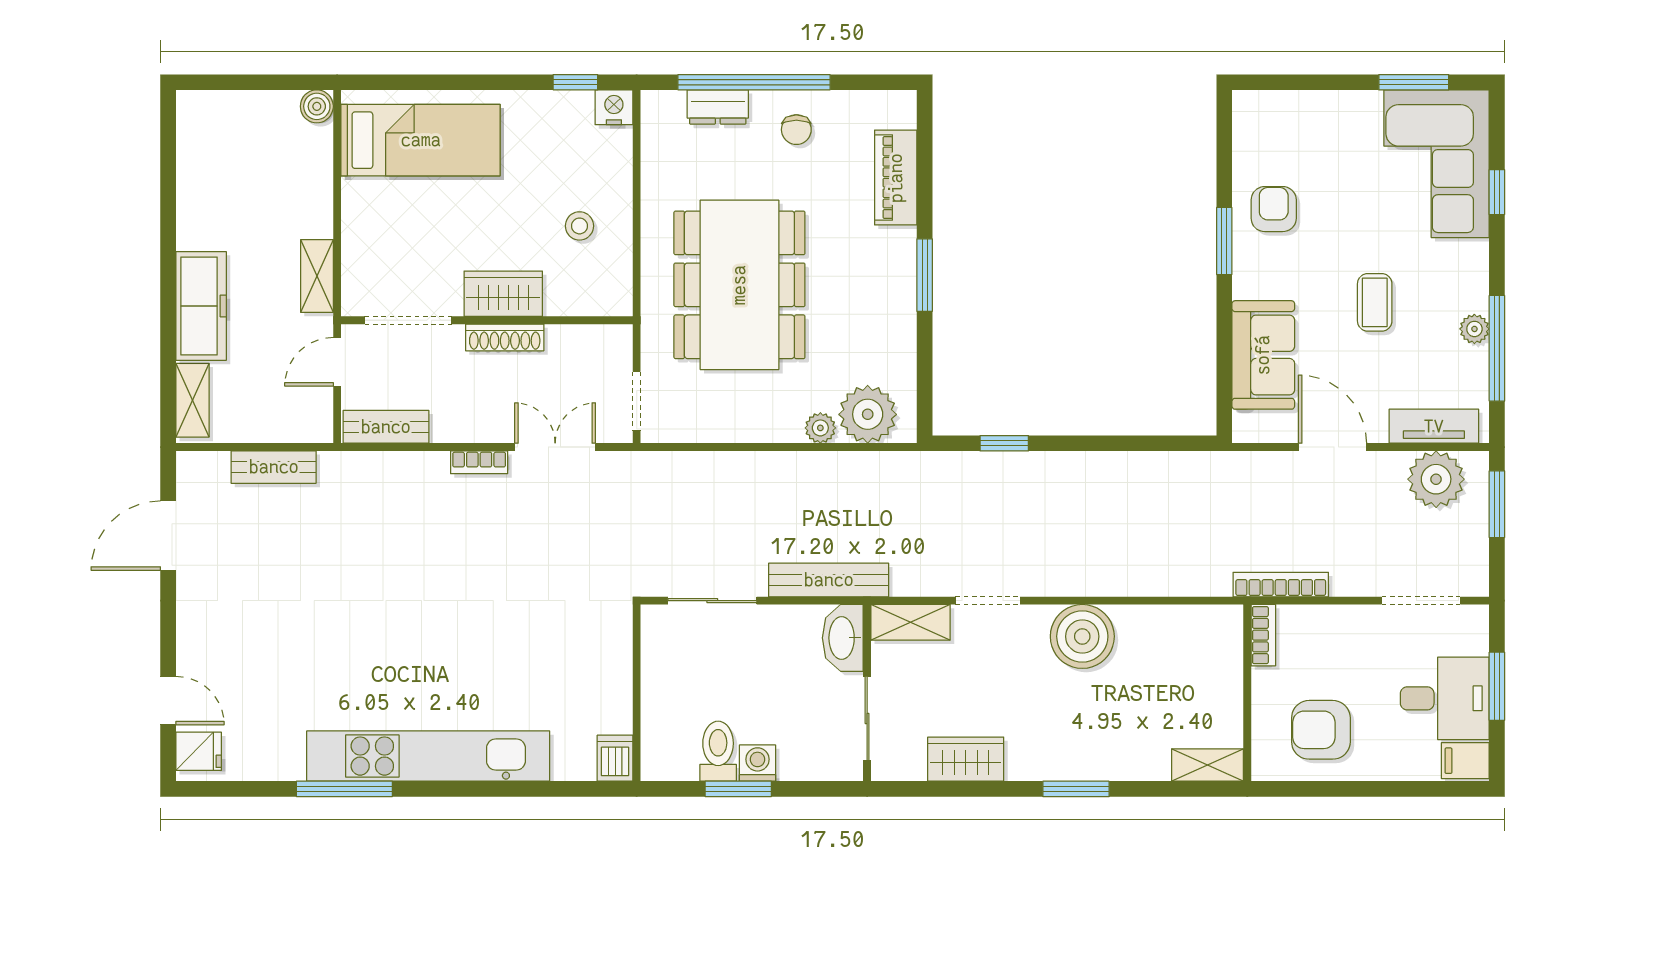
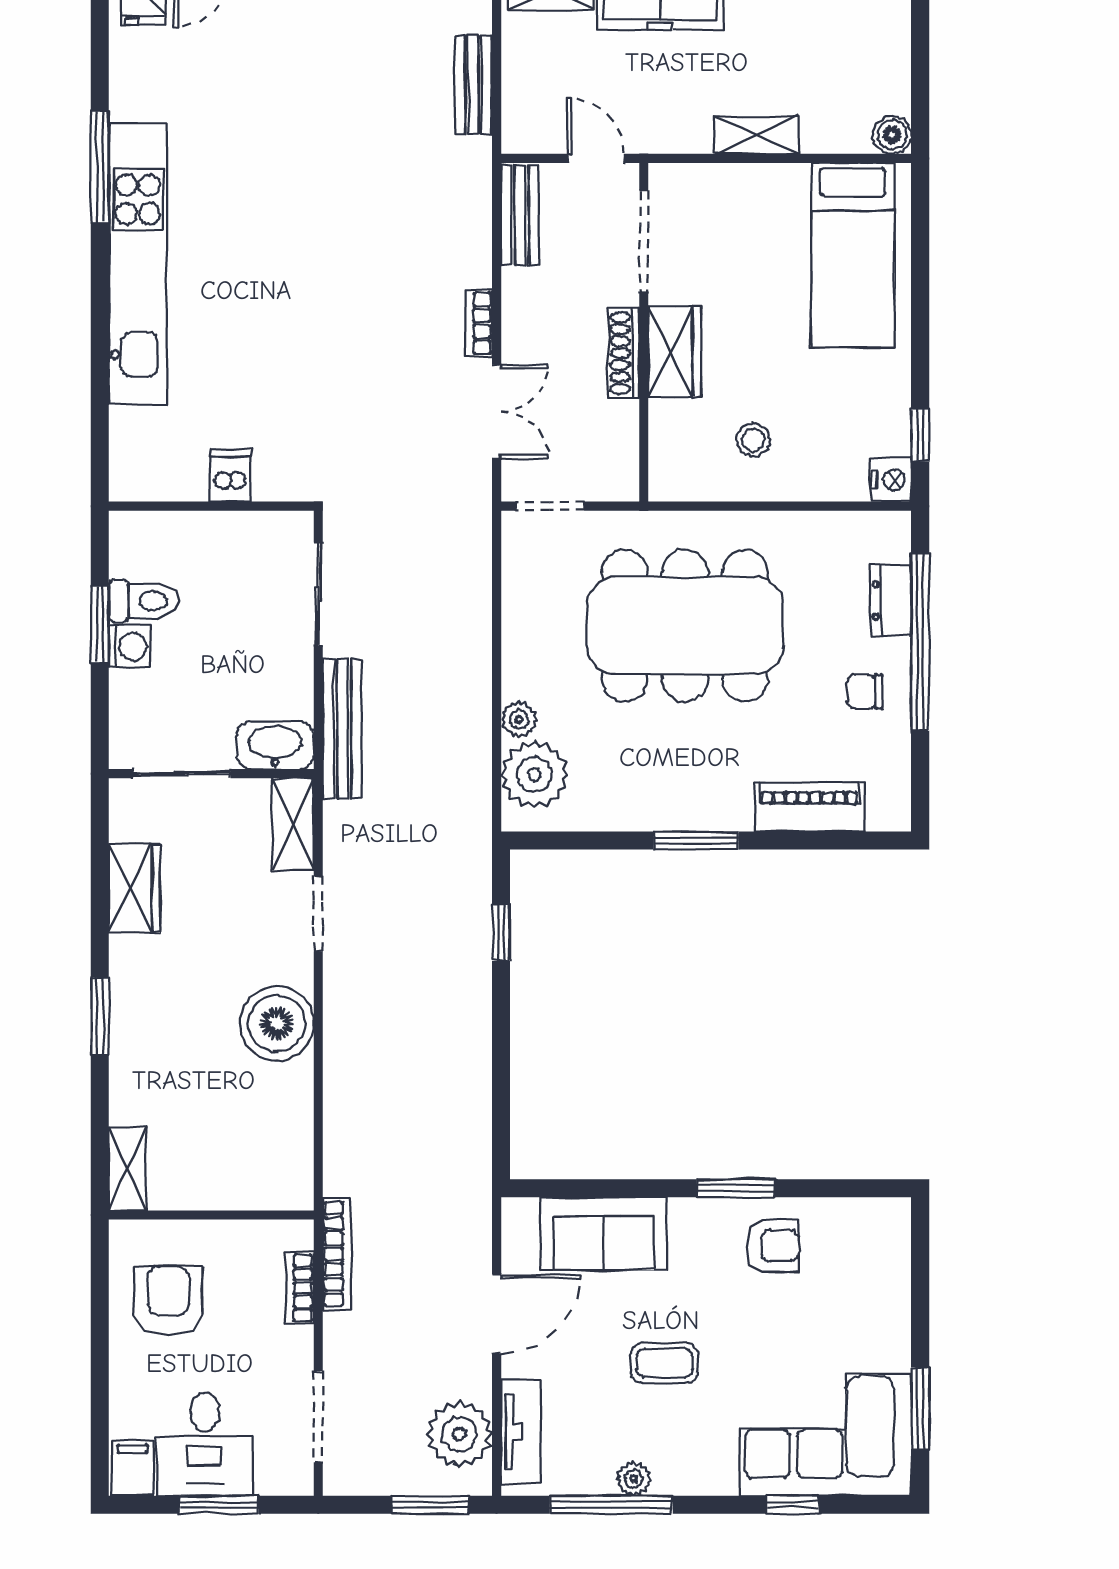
shelving: (317, 276) -> (757, 135), moved
bookcase: (1263, 635) -> (300, 1288), moved, turned 90
dishwasher: (615, 758) -> (230, 475), moved, turned -90

